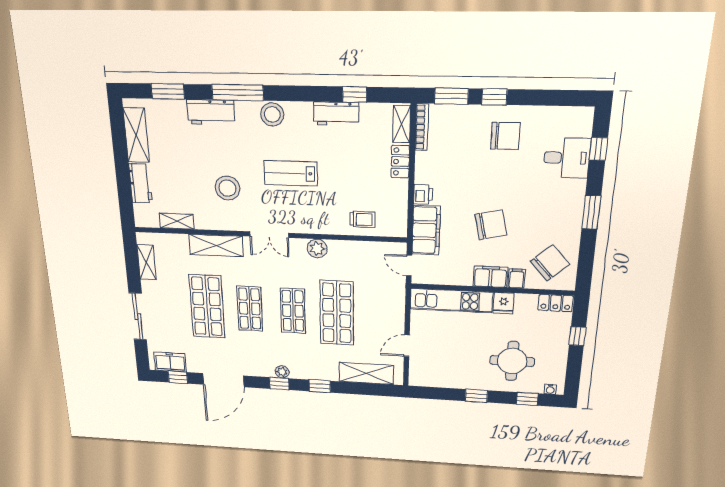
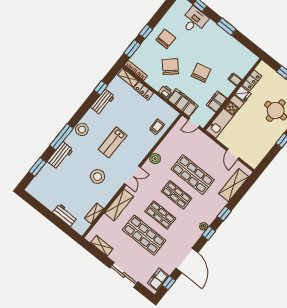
shelving: (136, 135) -> (44, 198), removed
chair: (550, 263) -> (170, 67), moved
filing cabinet: (490, 277) -> (217, 102), moved
locker: (556, 303) -> (252, 80), moved

